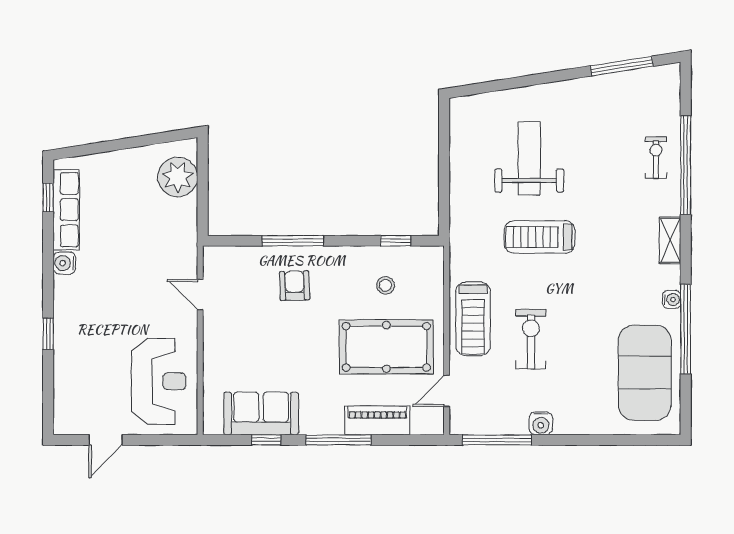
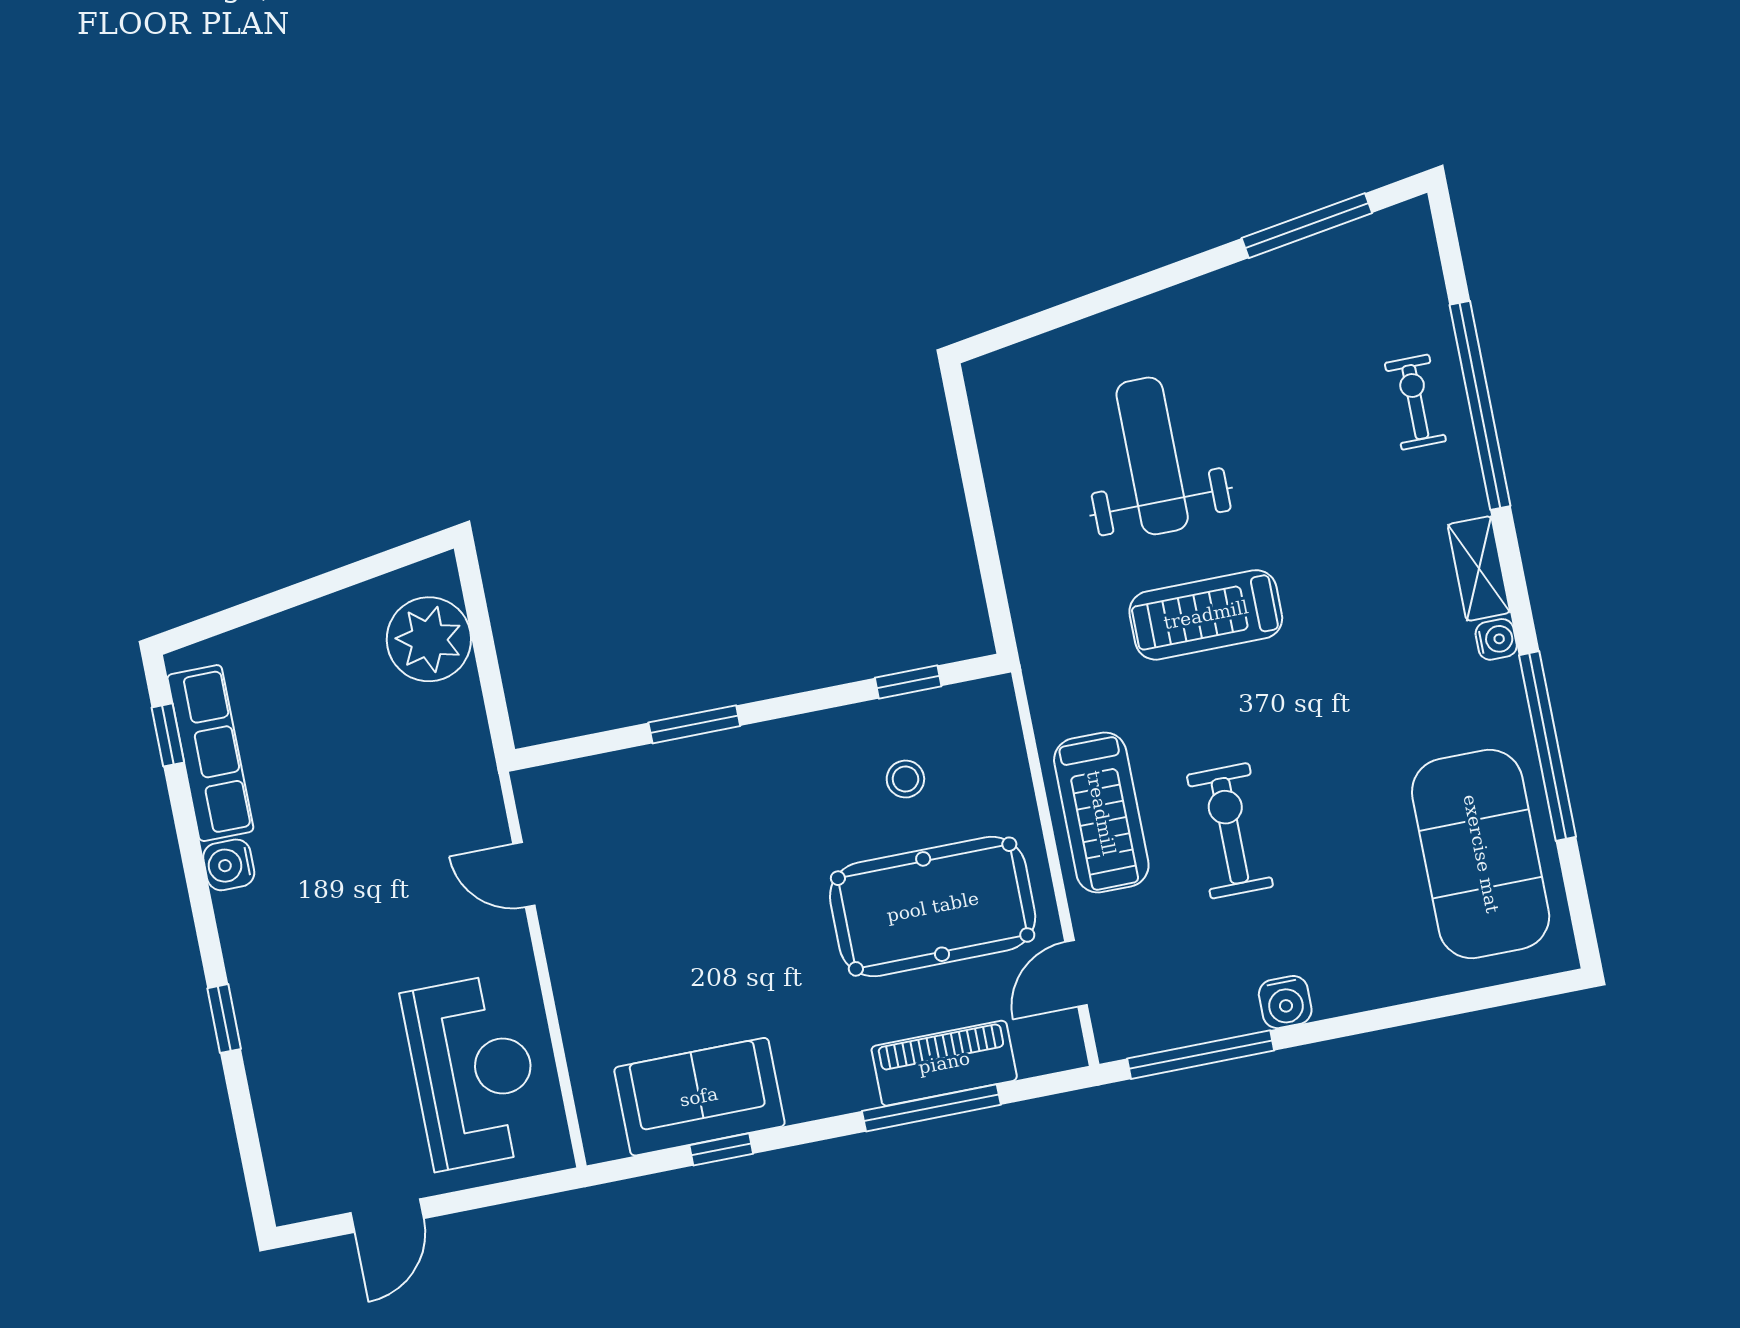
window: (293, 241) -> (694, 724), width x0.69
armchair: (295, 286) -> (717, 817), removed
water cooler: (672, 299) -> (1496, 639), moved
window: (339, 440) -> (931, 1108), moved

